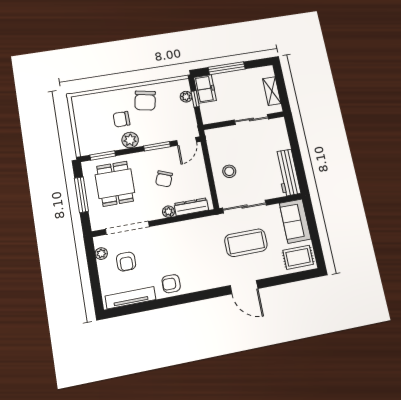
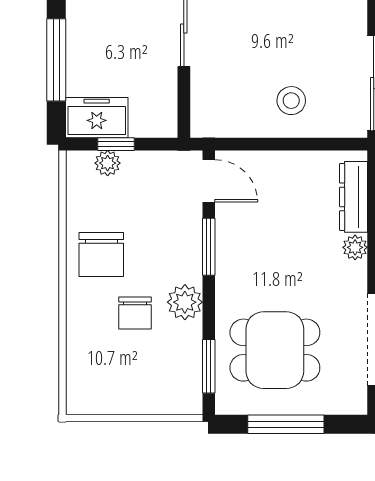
chair: (145, 101) -> (101, 255), turned 79
chair: (164, 179) -> (283, 244), removed

